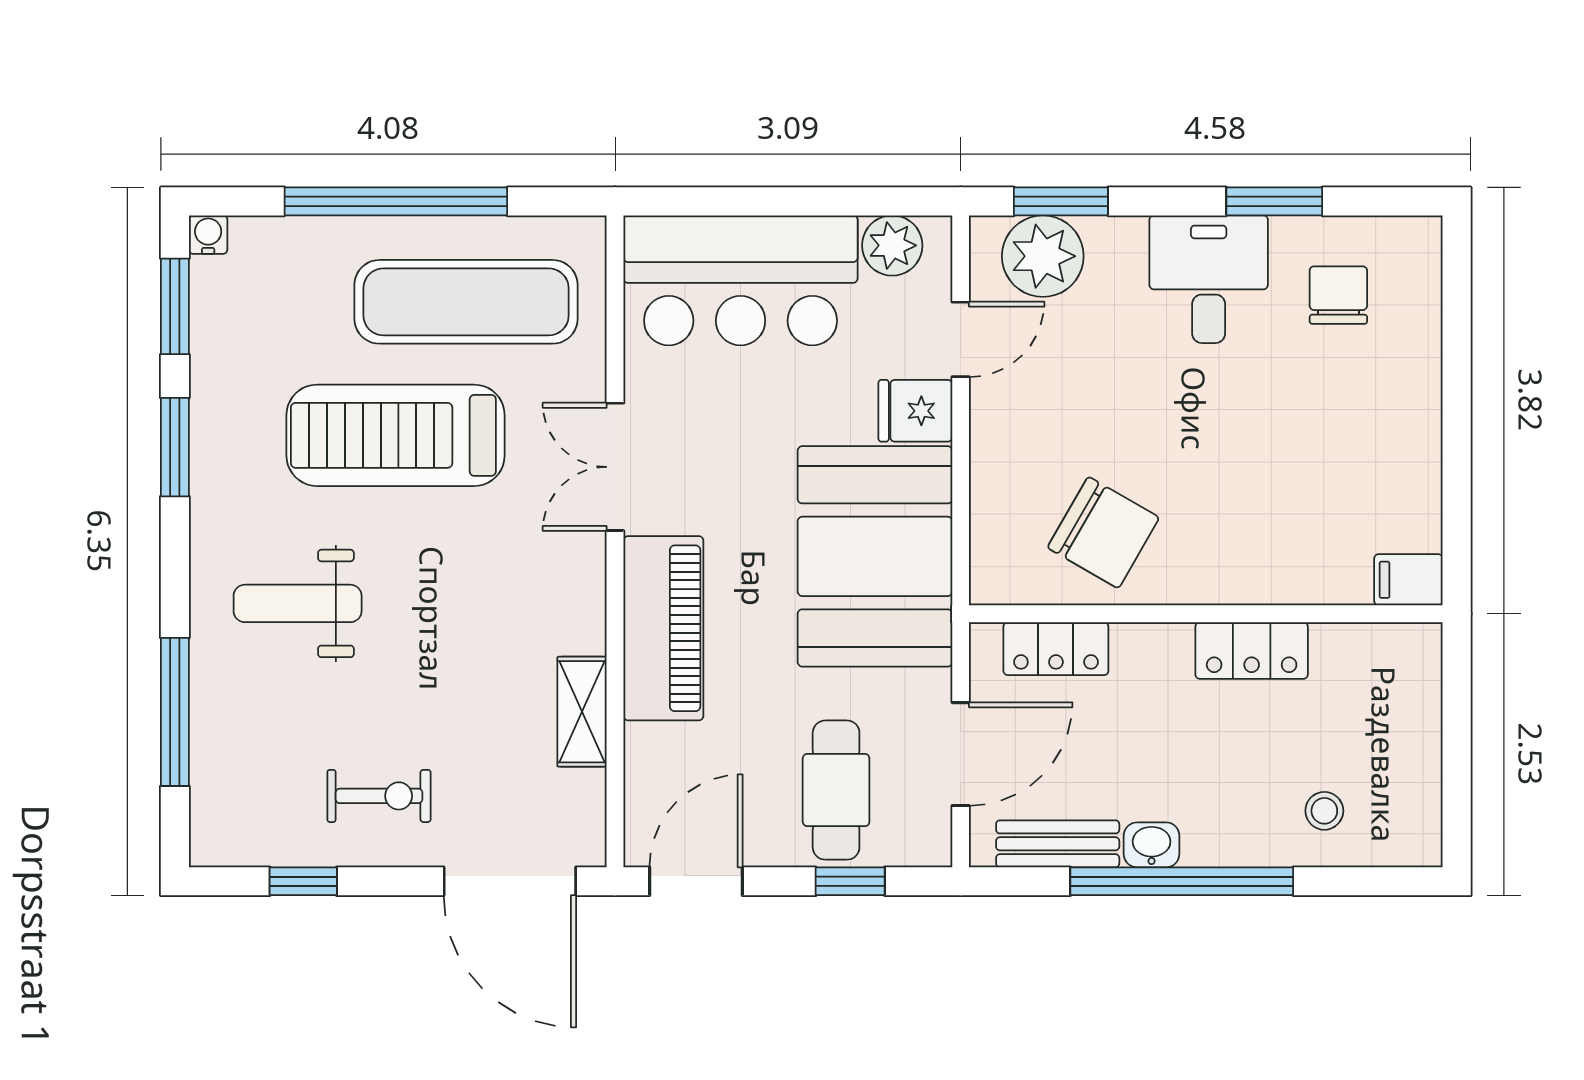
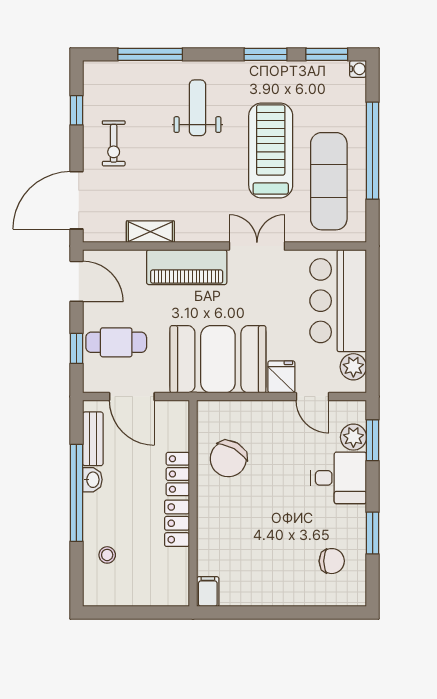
plant: (1043, 256) -> (353, 437), width x0.73, depth x0.73
desk: (1209, 279) -> (339, 478), moved
locker: (1056, 649) -> (178, 474), moved

